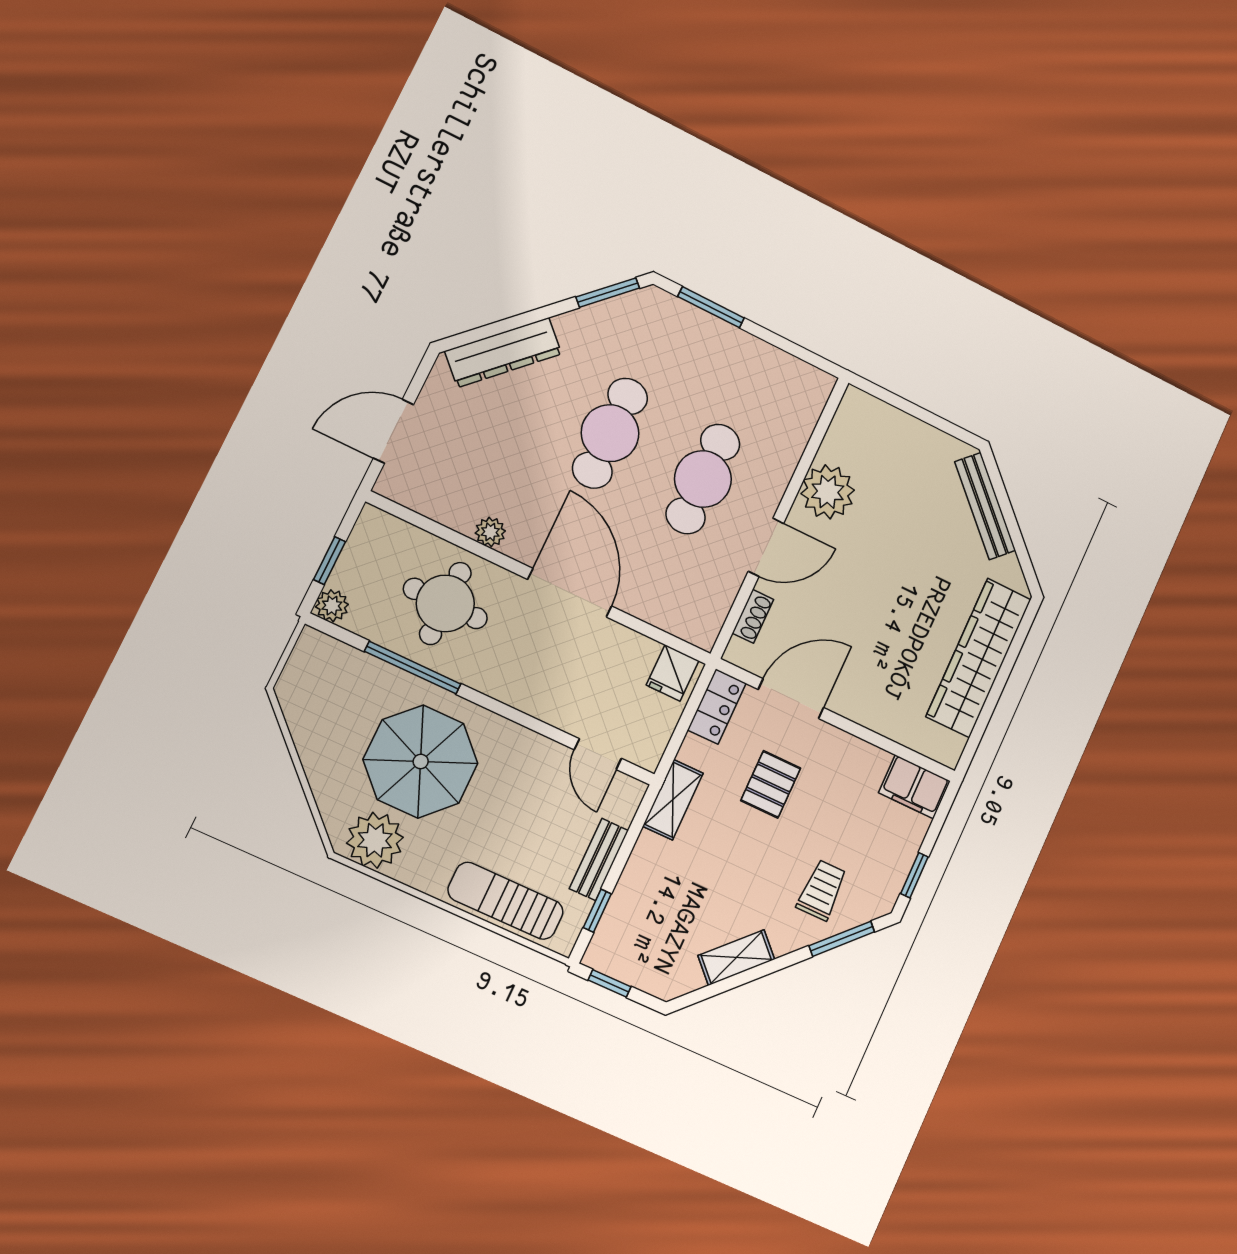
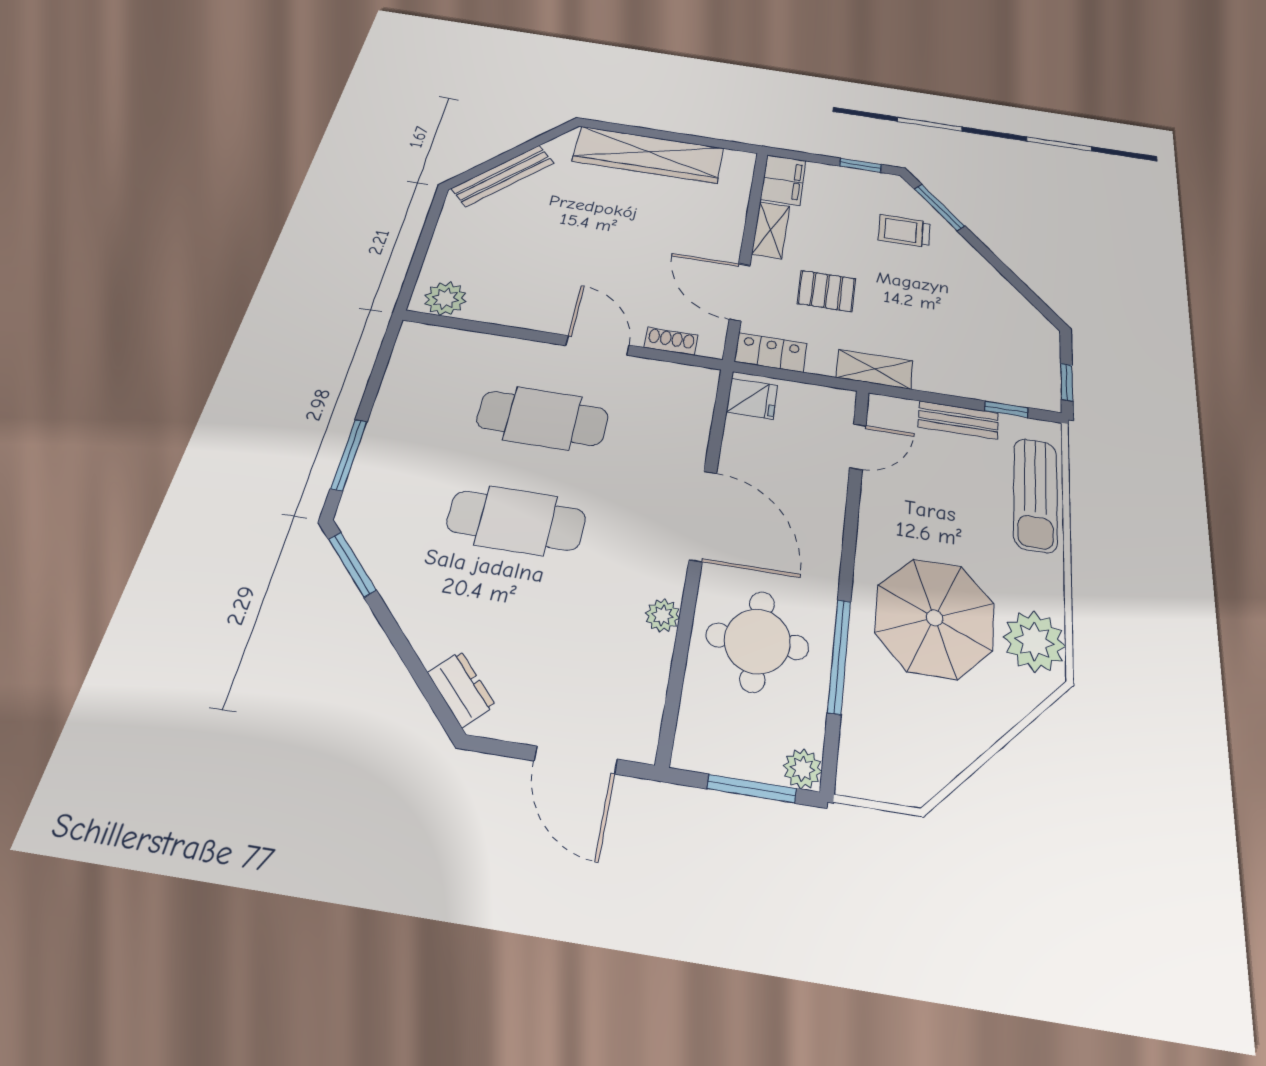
dresser: (503, 352) -> (461, 689), width x0.51, depth x0.80
plant: (828, 492) -> (445, 299), moved, width x0.73, depth x0.73
window: (329, 561) -> (752, 789), width x1.50
door: (570, 593) -> (703, 516), swing flipped
shelving: (736, 957) -> (771, 230), moved, turned 45

